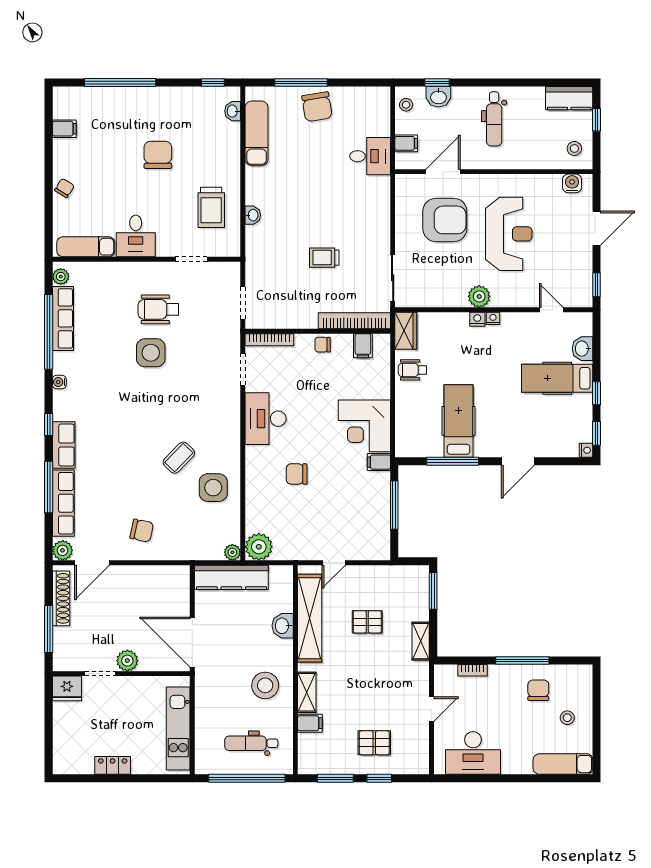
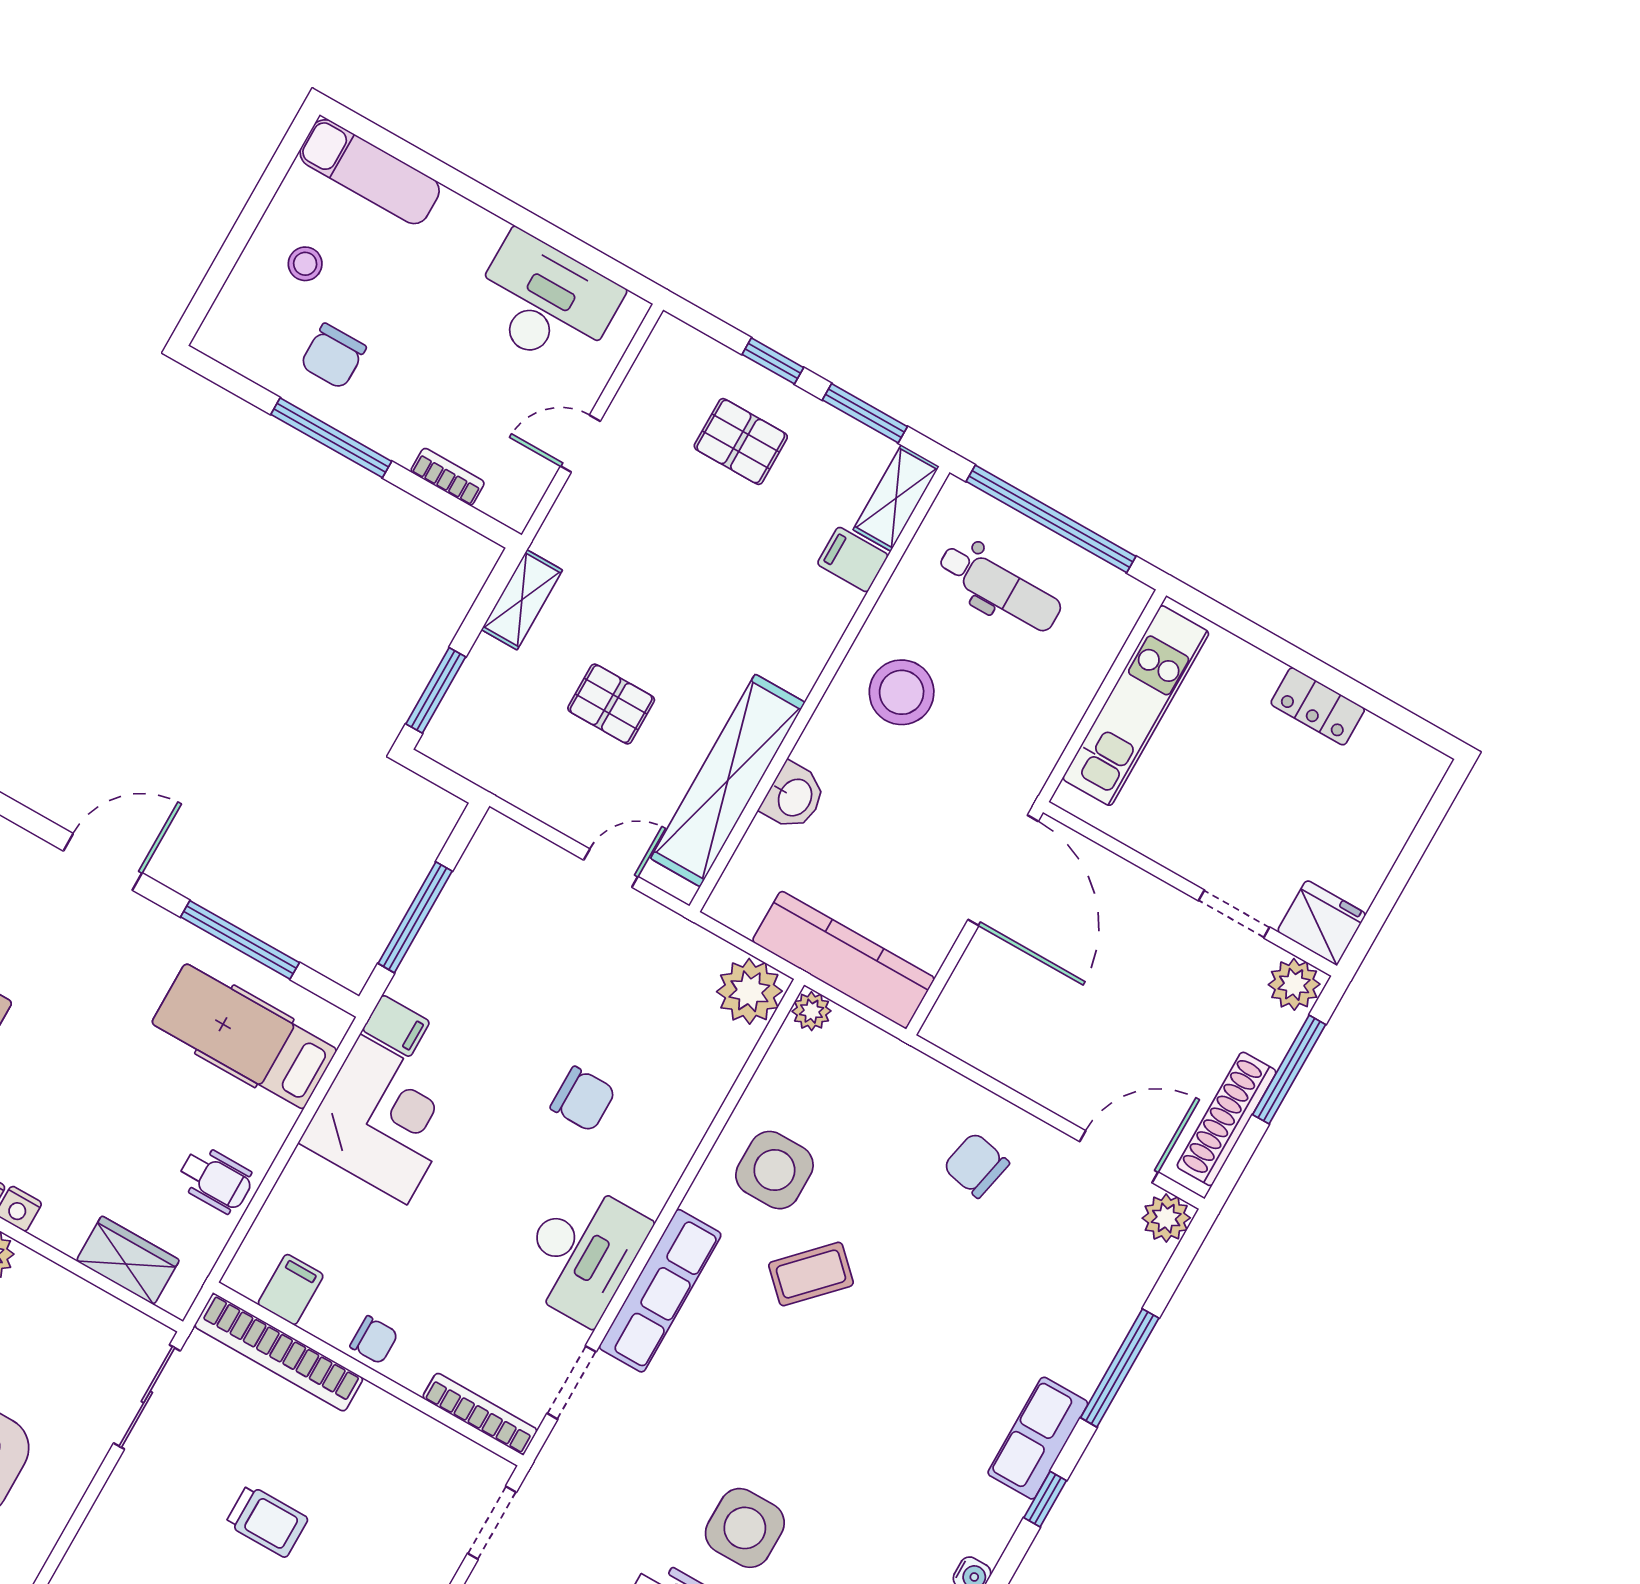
wardrobe: (406, 331) -> (128, 1260), moved, turned 90
hospital bed: (459, 421) -> (244, 1036), moved, turned 90
row of seats: (63, 503) -> (660, 1291), moved, turned 180
plant: (127, 661) -> (1294, 984), moved
shelving: (307, 692) -> (896, 498), moved

